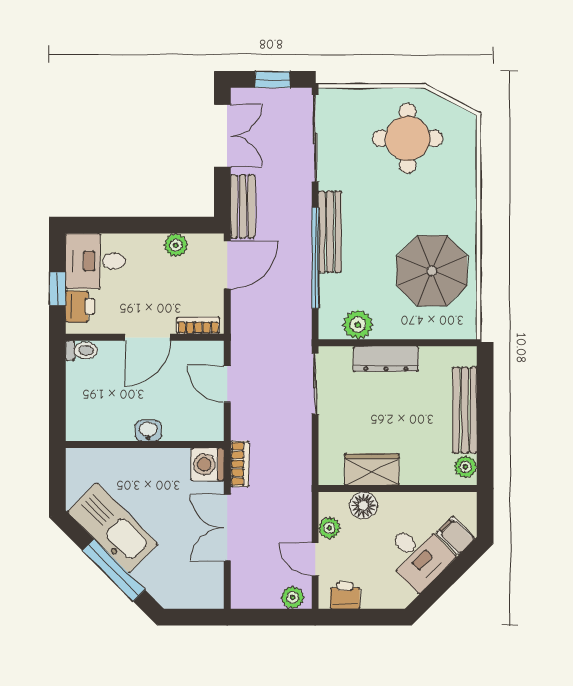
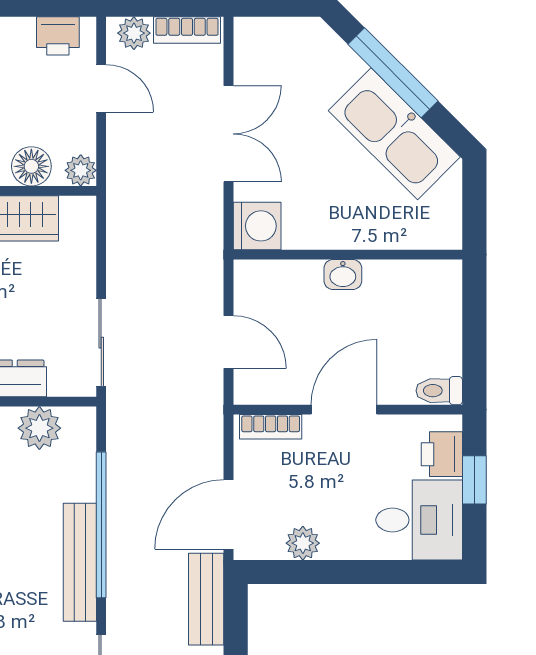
bookcase: (240, 464) -> (187, 30), moved, turned -90
plant: (329, 528) -> (81, 170), moved

